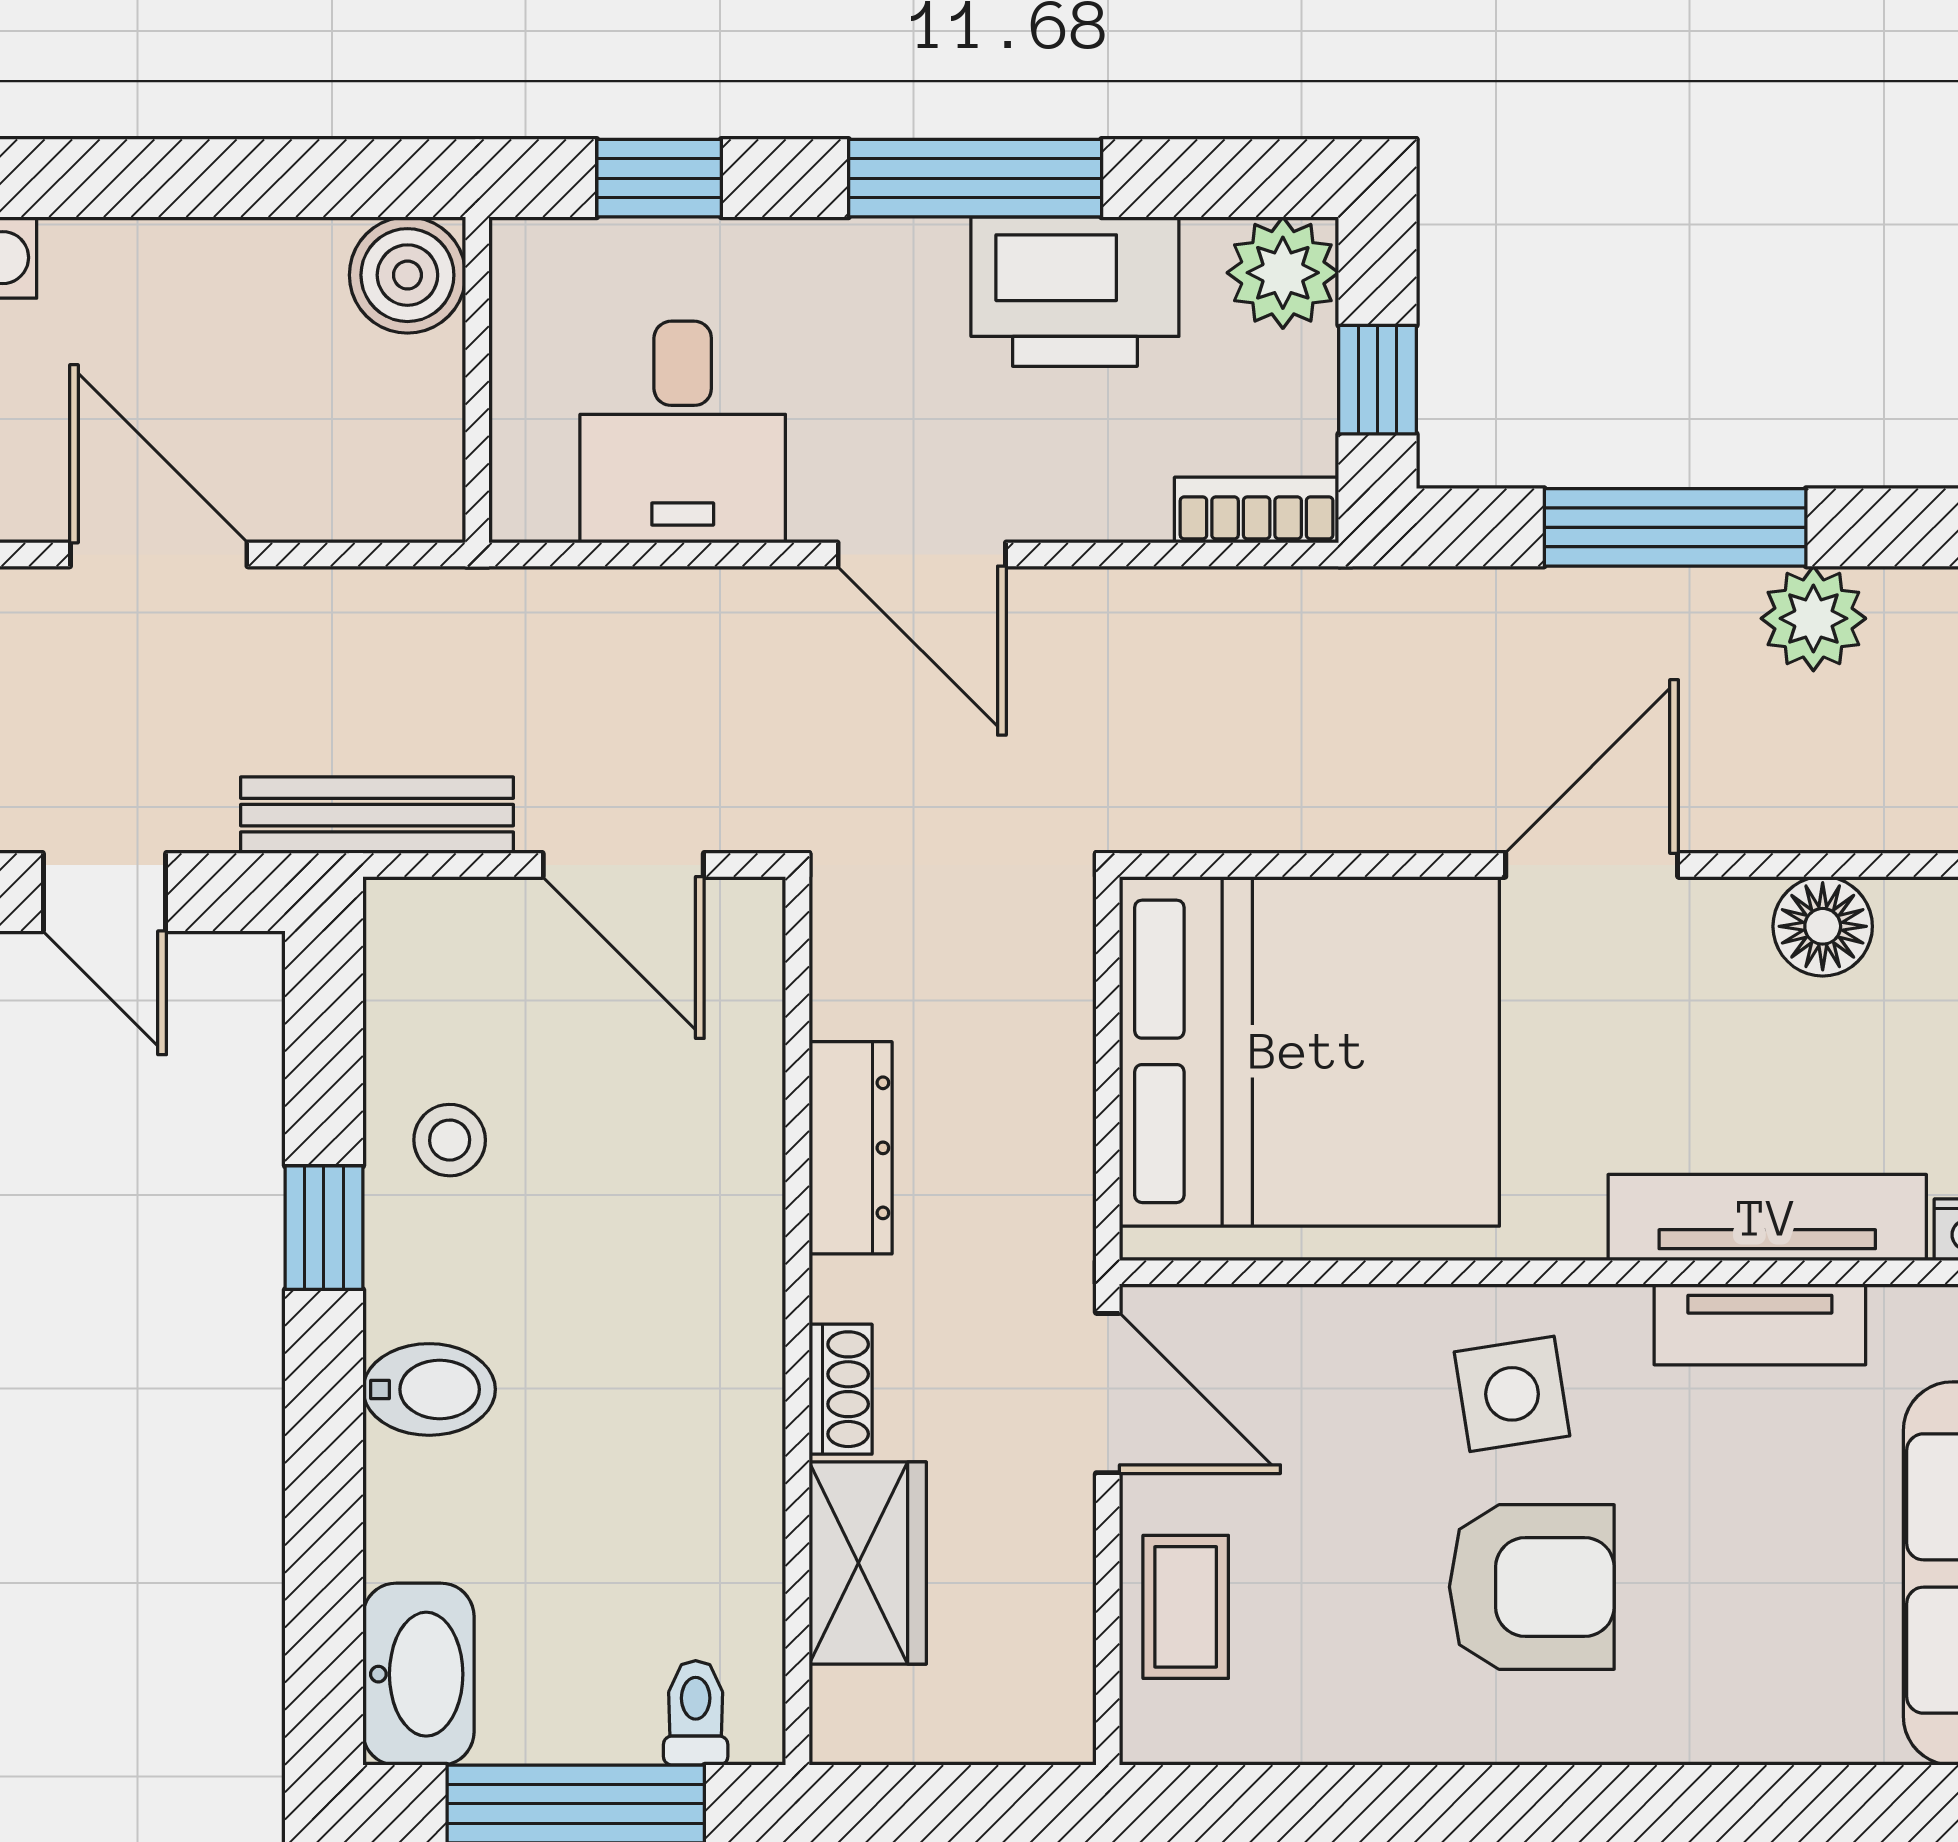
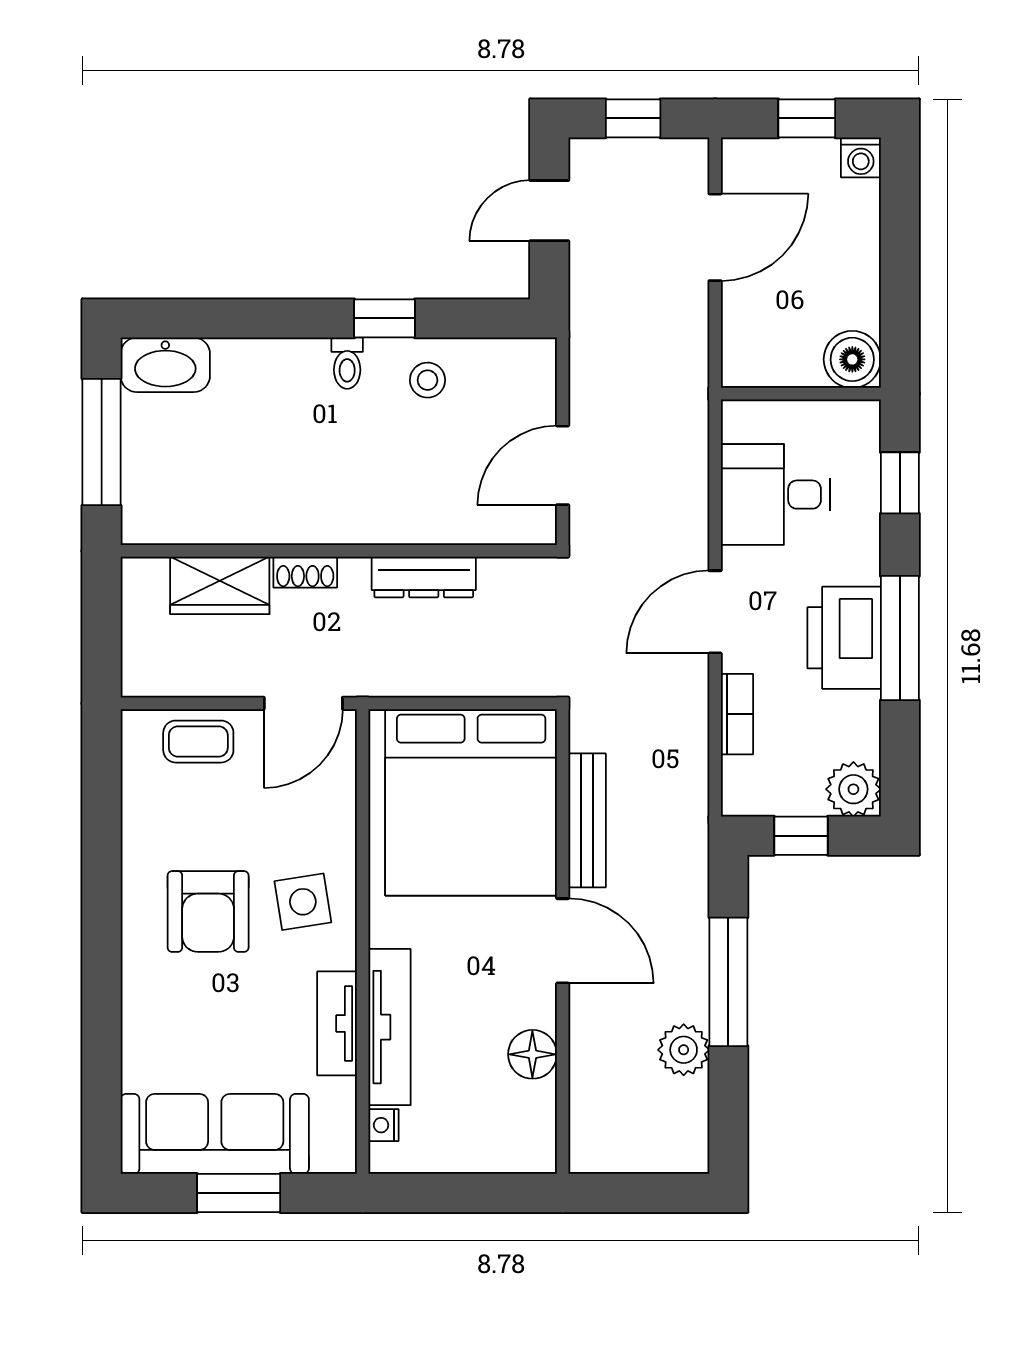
printer: (1075, 292) -> (844, 638), moved
bookcase: (1257, 510) -> (737, 714), moved
bench: (377, 815) -> (587, 820), moved
bidet: (429, 1389) -> (305, 370), removed
toilet: (696, 1713) -> (347, 363), moved, turned 90

